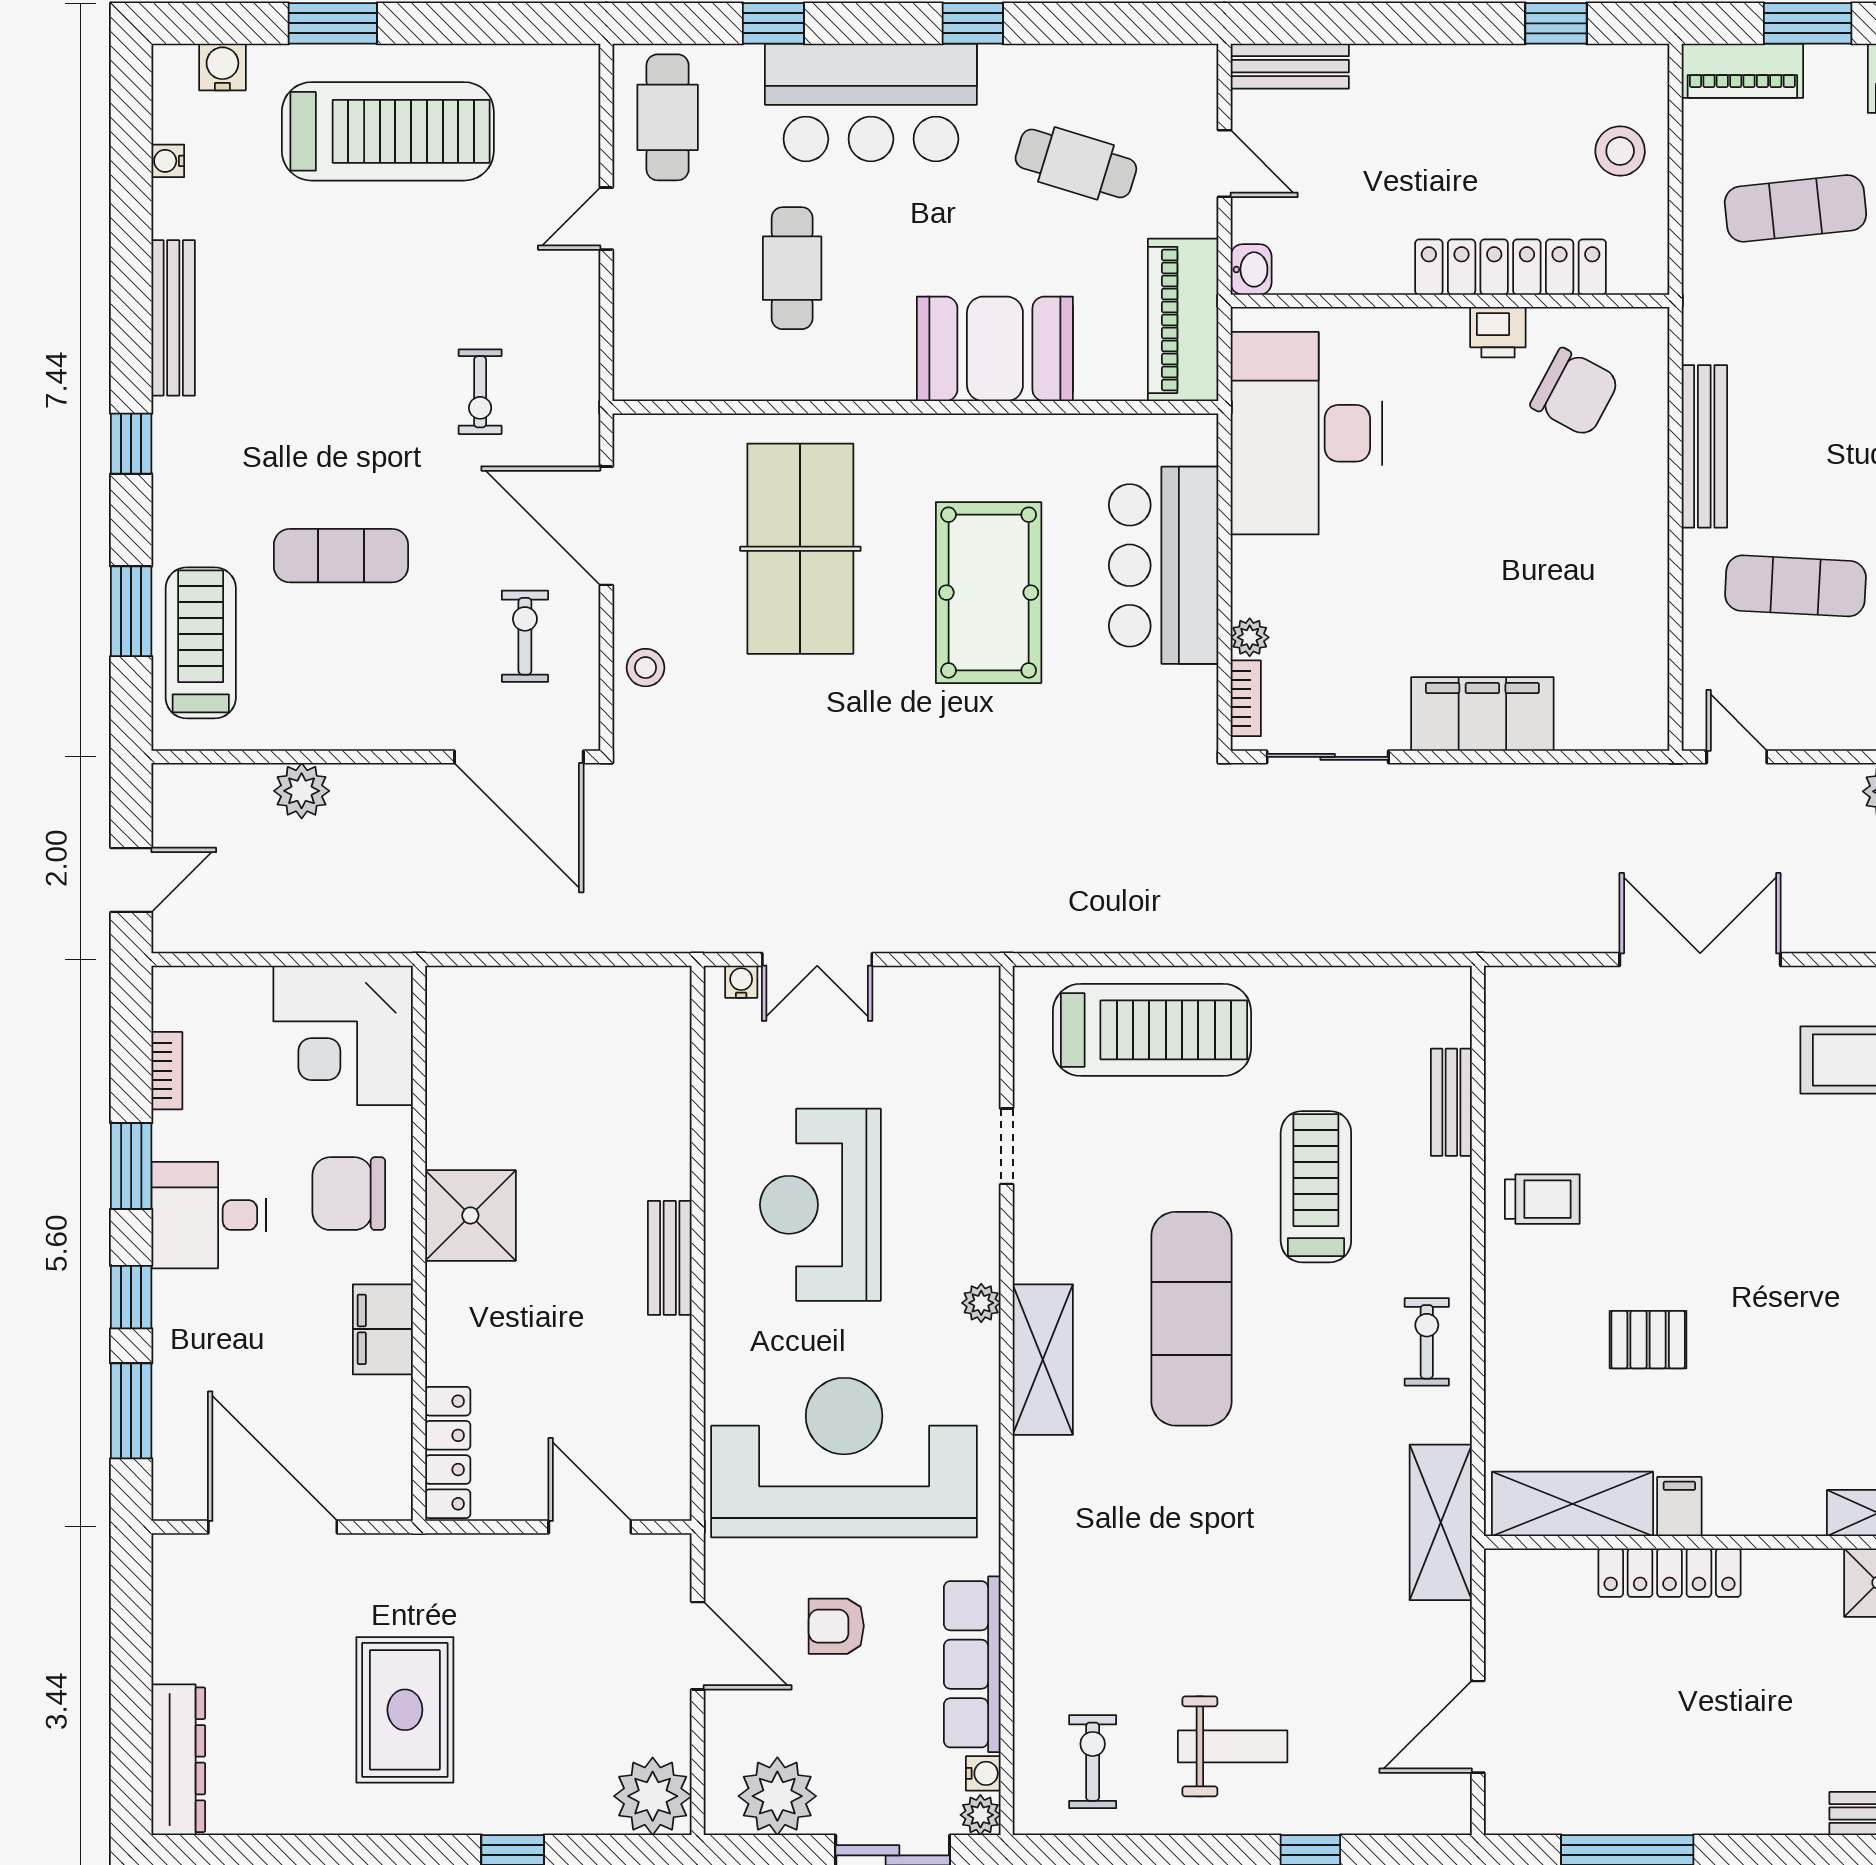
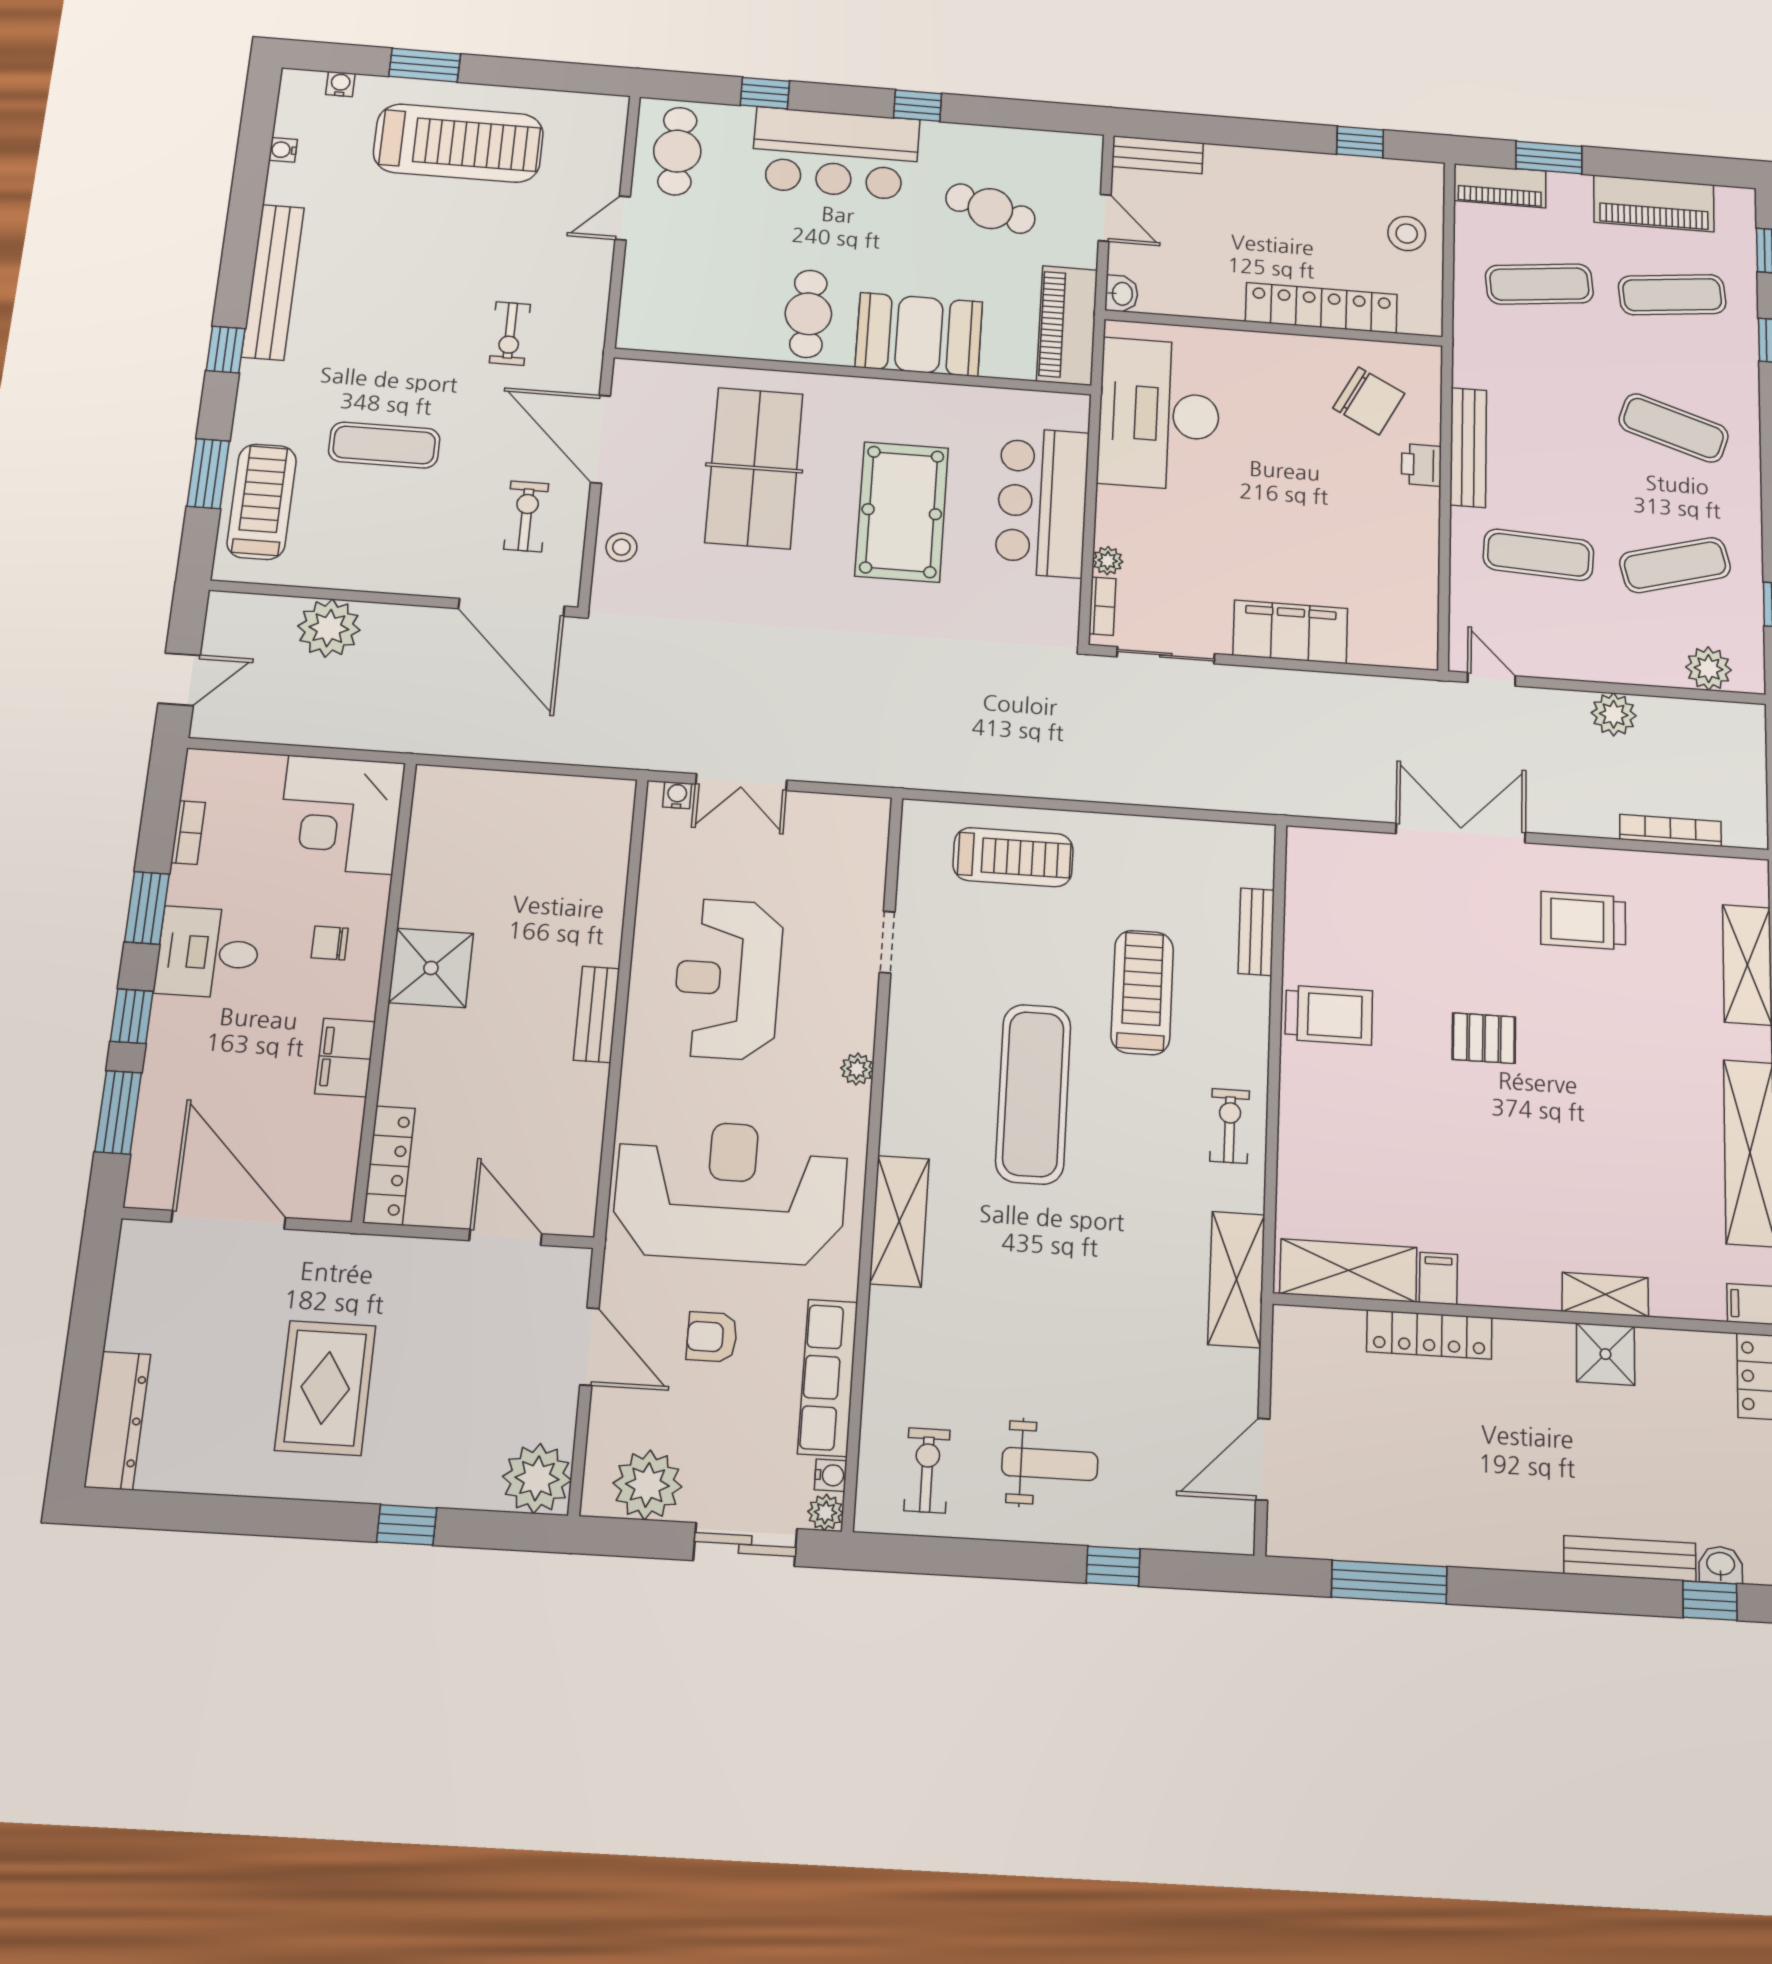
water cooler: (222, 67) -> (340, 84), width x0.72, depth x0.72
cafe table: (792, 268) -> (808, 314), moved
bench: (173, 318) -> (273, 282), width x1.37, depth x1.21
printer: (1498, 332) -> (1421, 465), moved, turned 90
plant: (302, 791) -> (329, 628), width x1.36, depth x1.36
treadmill: (1152, 1030) -> (1013, 857), width x0.73, depth x0.73
chair: (349, 1194) -> (330, 943), width x0.54, depth x0.54
trolley: (1542, 1199) -> (1329, 1015), width x1.36, depth x1.39
pallet: (1648, 1340) -> (1484, 1038), moved
shelving: (1043, 1360) -> (899, 1221), moved

